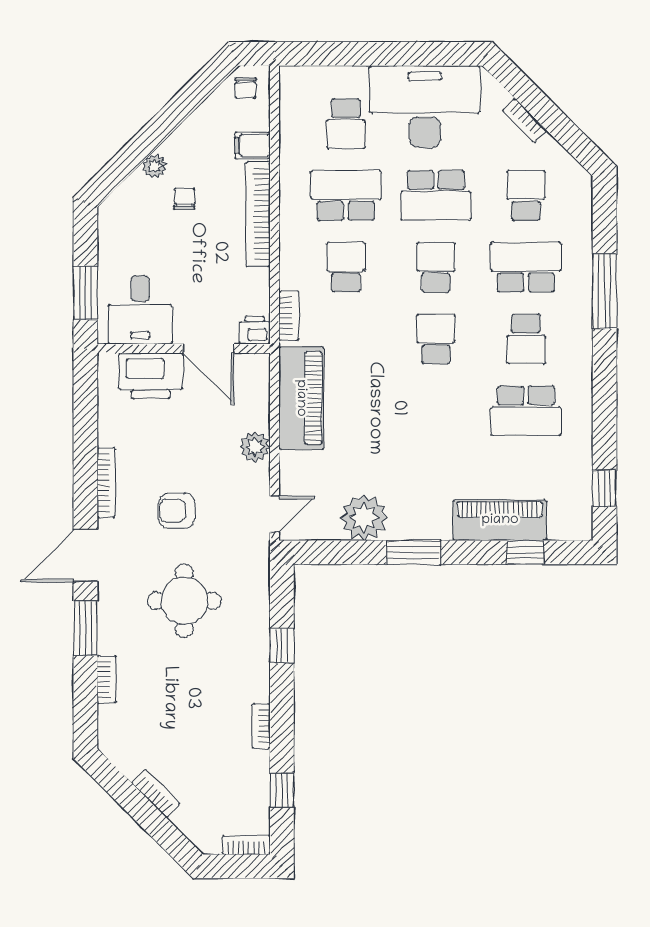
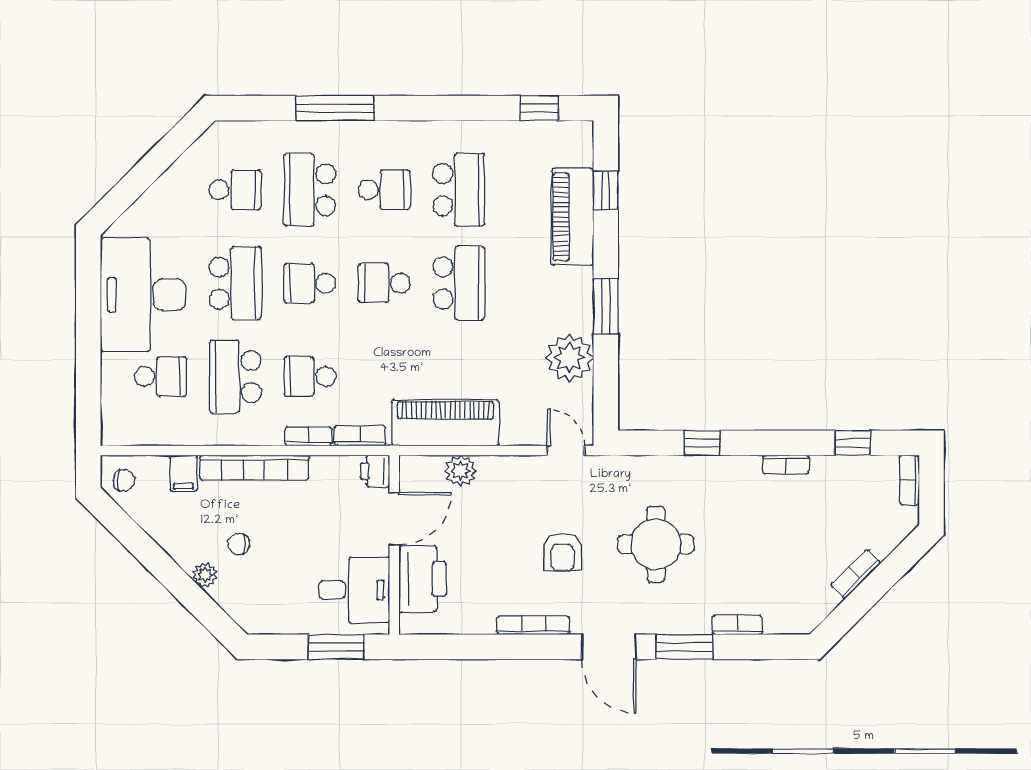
bookcase: (524, 120) -> (308, 437), moved, turned -135
school desk: (526, 195) -> (235, 190), turned 180
school desk: (436, 411) -> (459, 283), added
plant: (255, 447) -> (461, 471), moved

